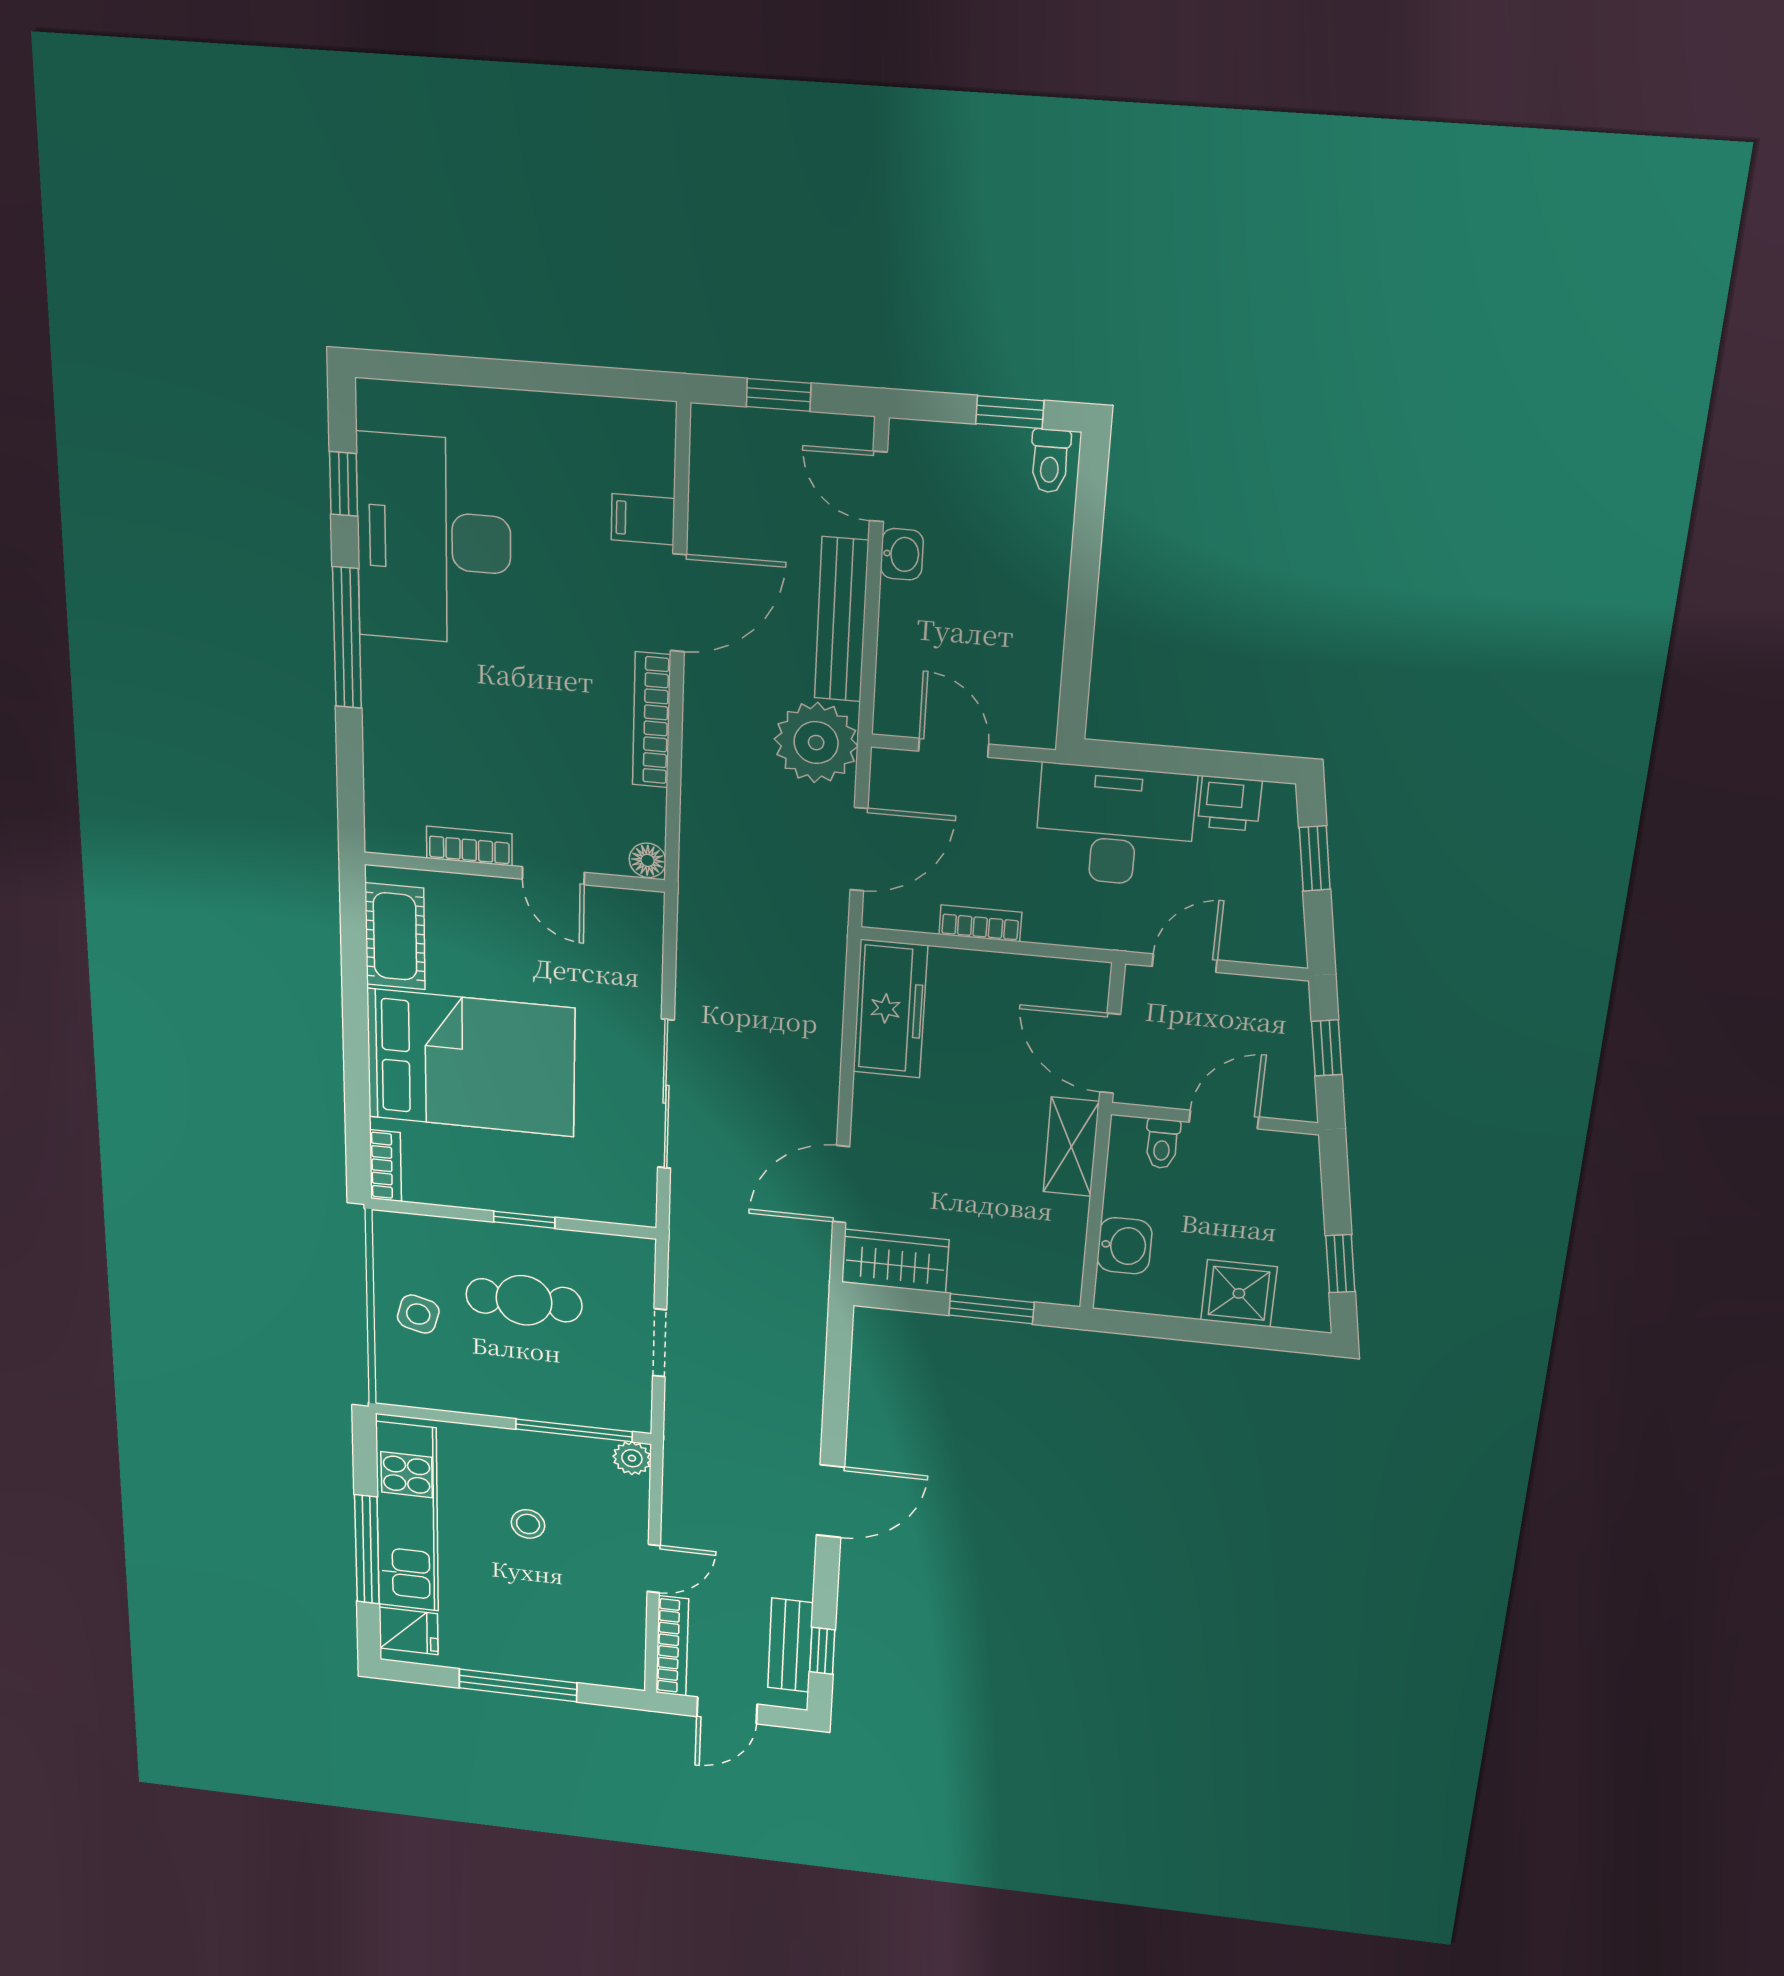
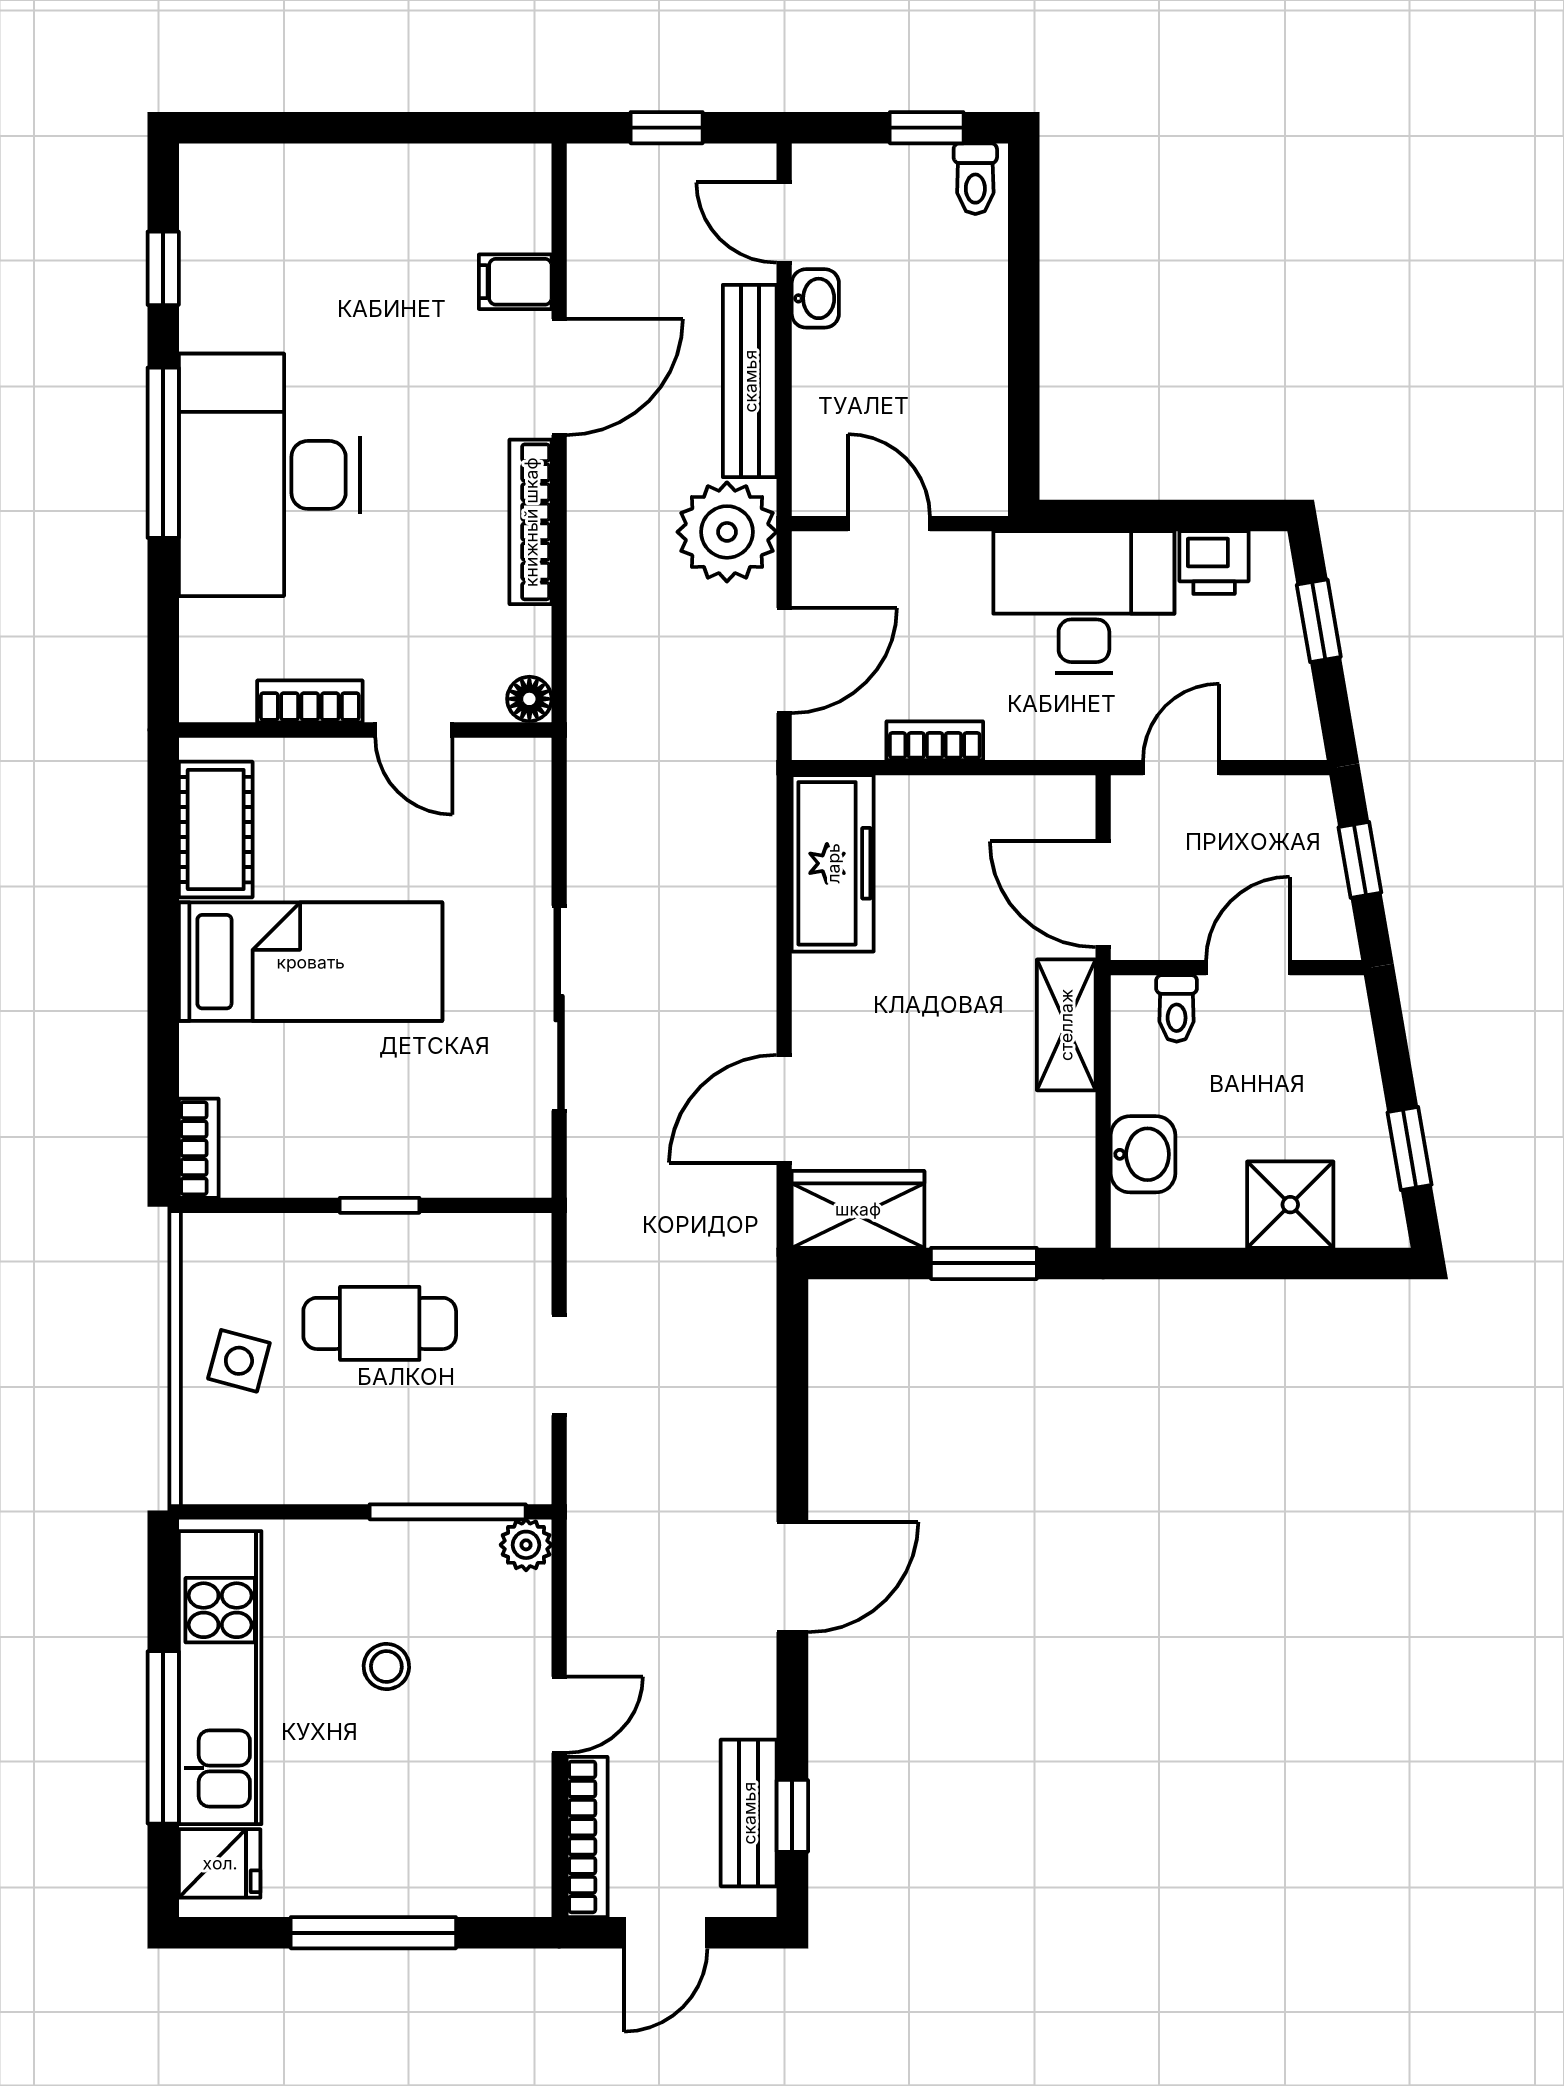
desk: (434, 540) -> (270, 475), moved
bed: (471, 1063) -> (311, 962), width x0.67

